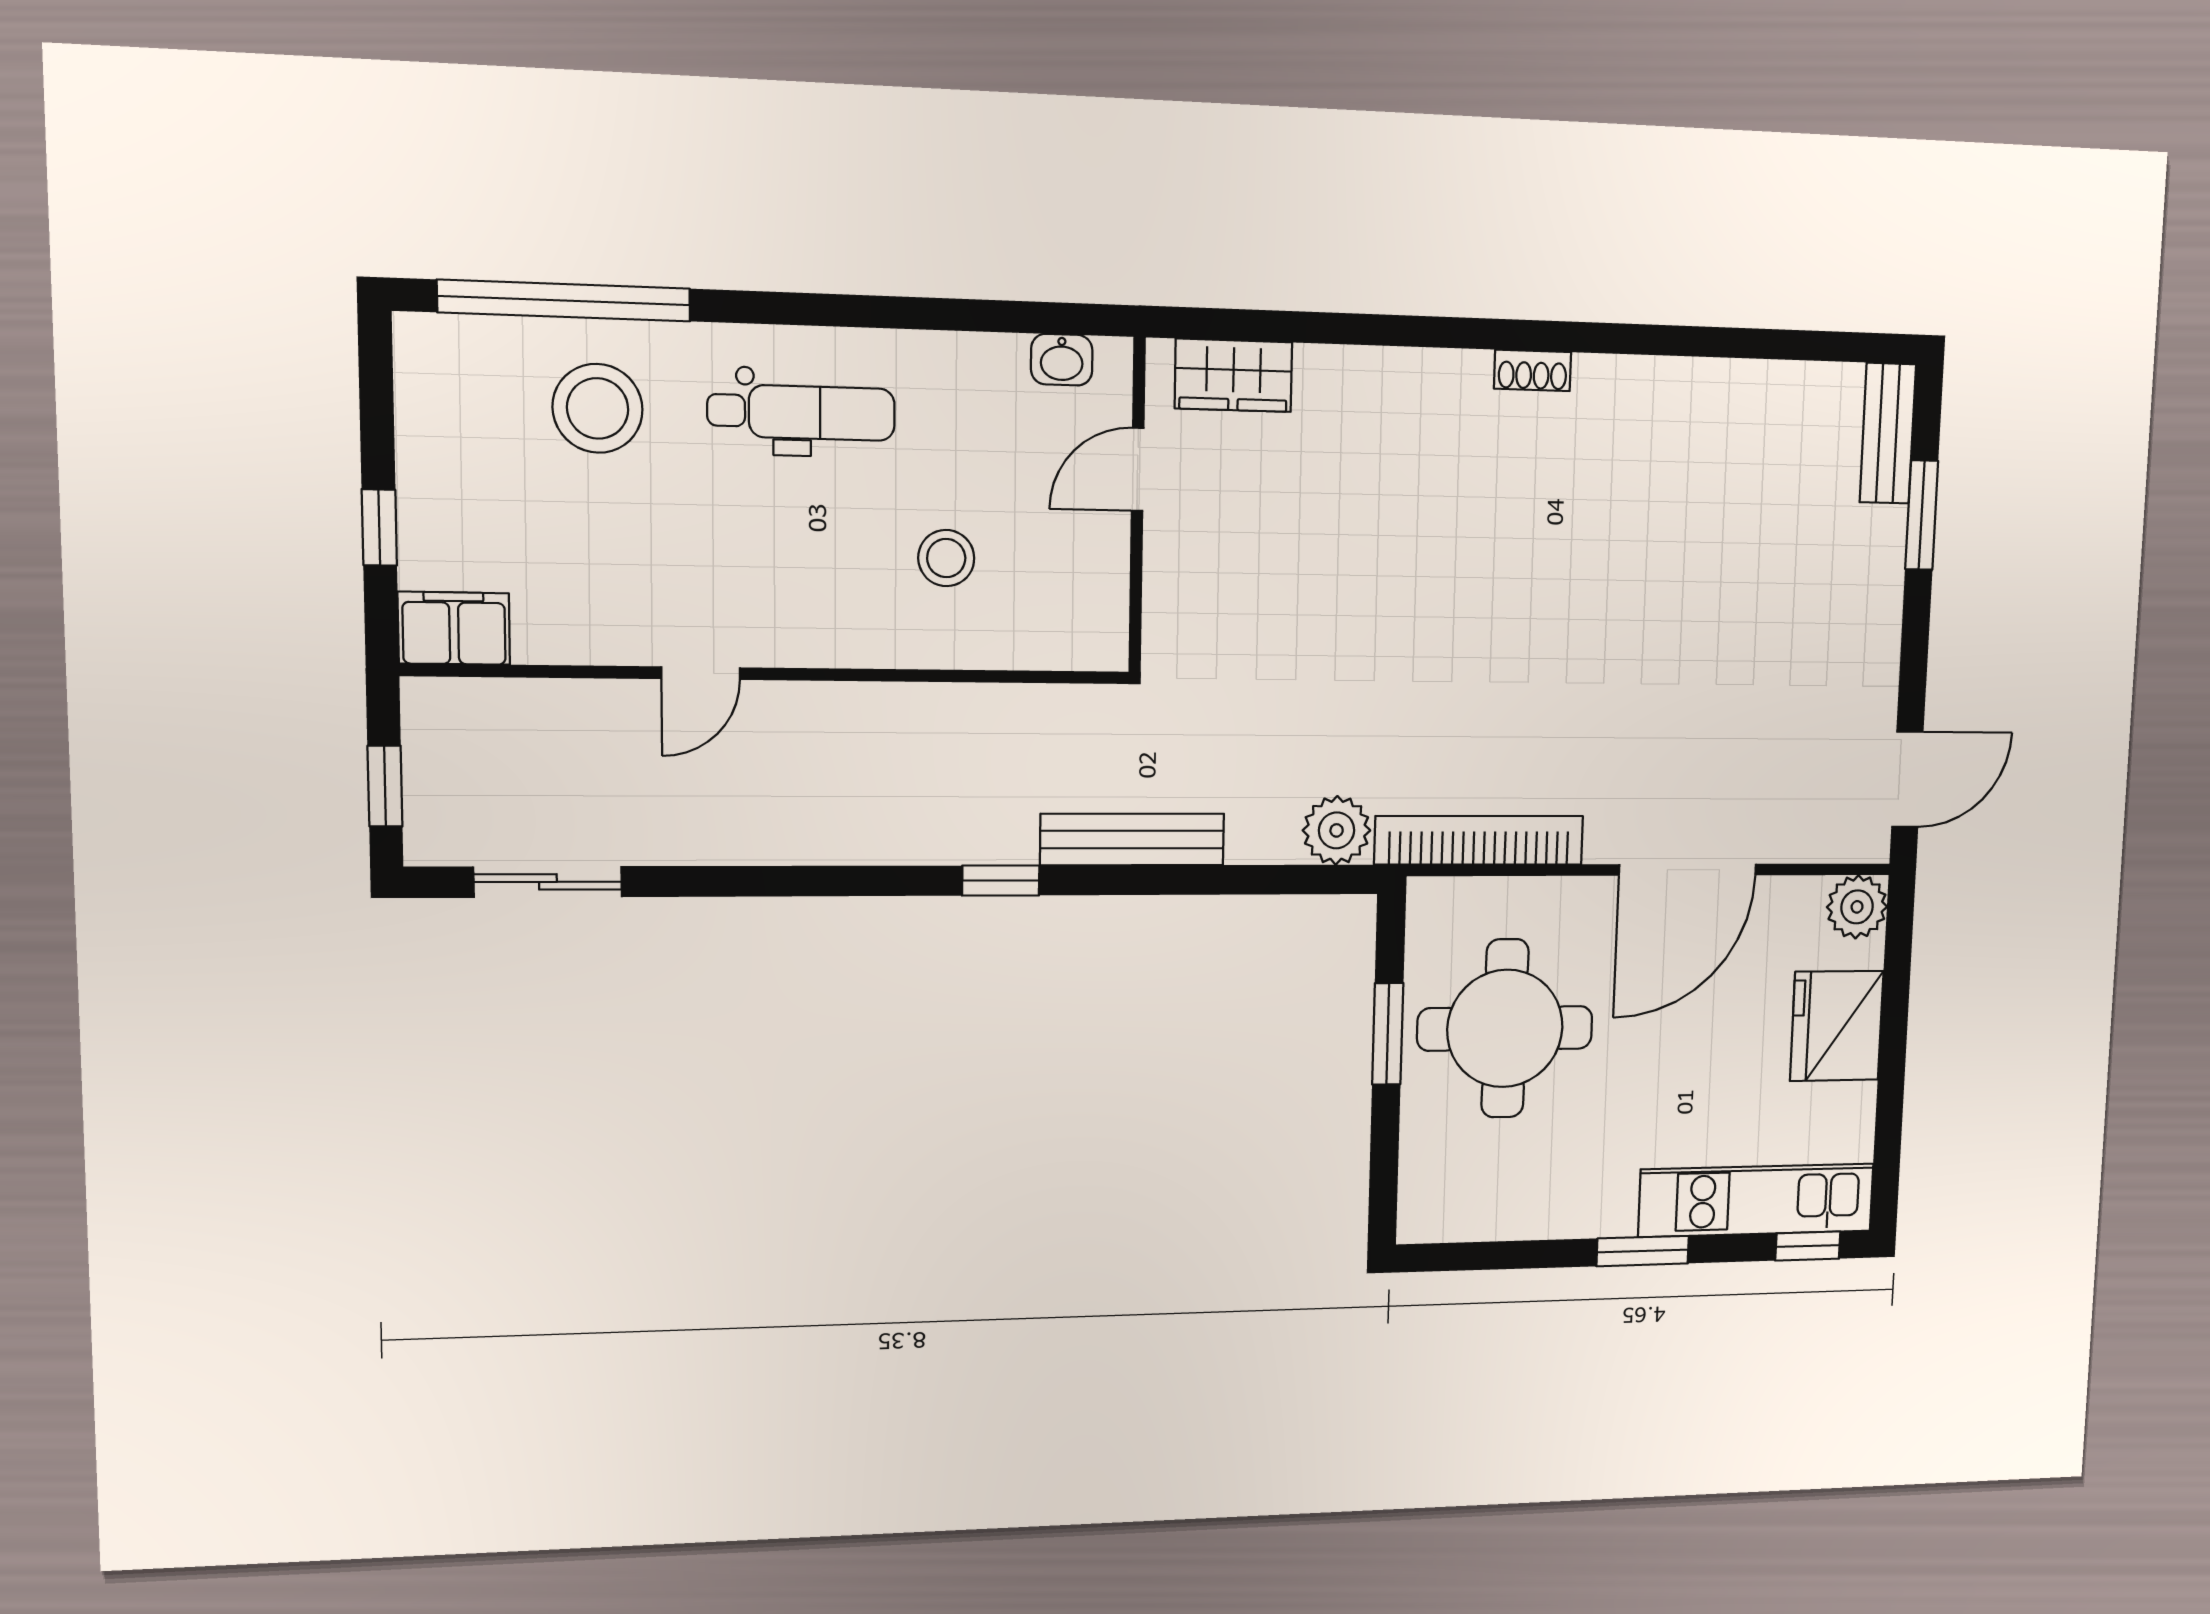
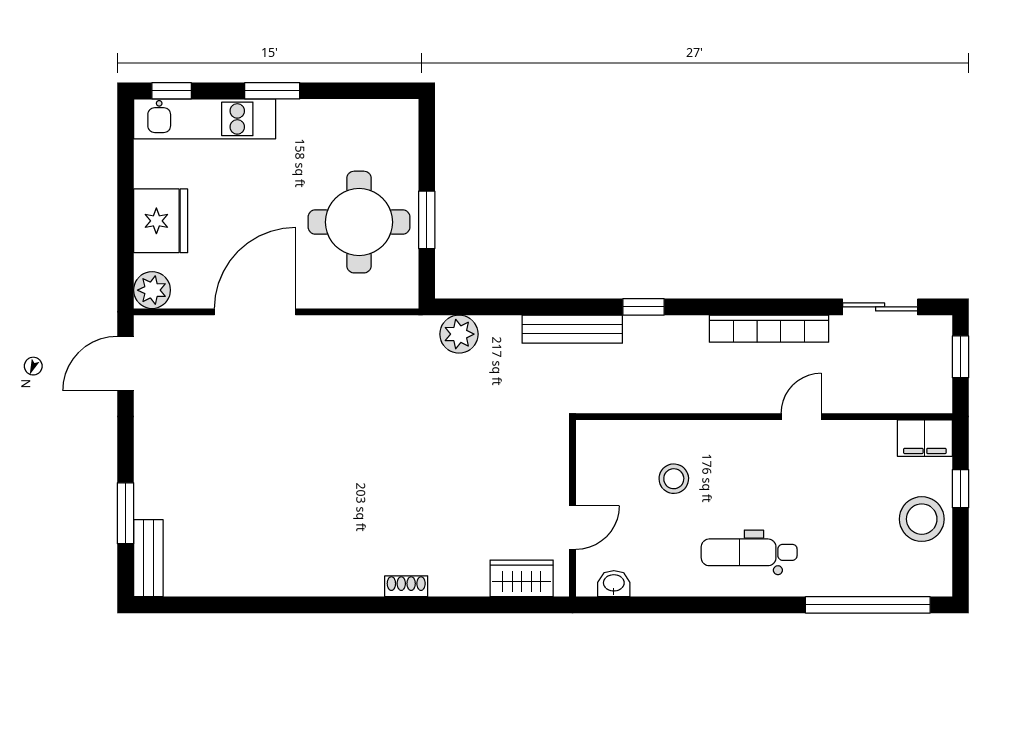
shoe rack: (1533, 370) -> (406, 586), moved
stool: (598, 408) -> (922, 519), moved
bookcase: (1479, 840) -> (769, 329), moved

